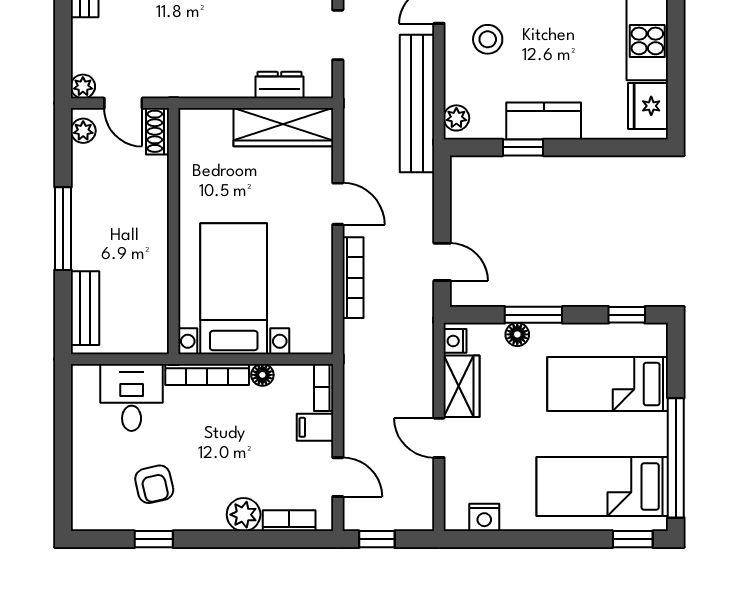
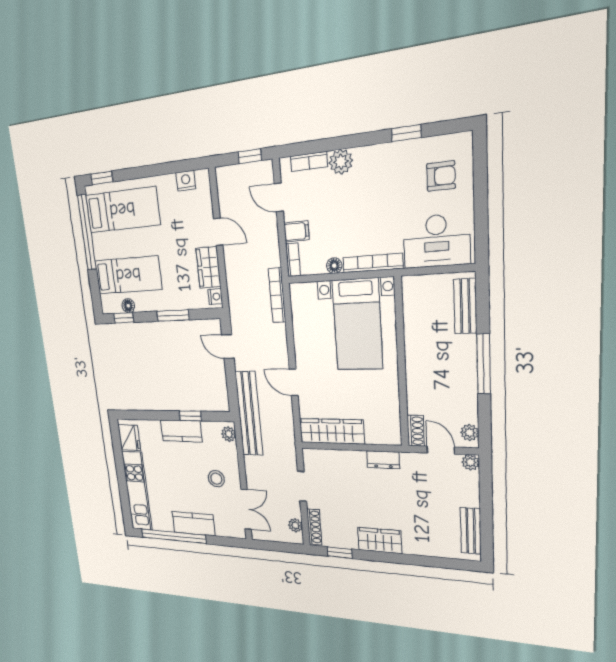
dresser: (279, 85) -> (383, 460), moved
bench: (417, 103) -> (249, 414), moved
bookcase: (353, 278) -> (277, 295), moved
floor lamp: (517, 334) -> (128, 306), moved
desk: (132, 397) -> (436, 241), width x1.37
armchair: (154, 484) -> (441, 176), moved, turned 103

